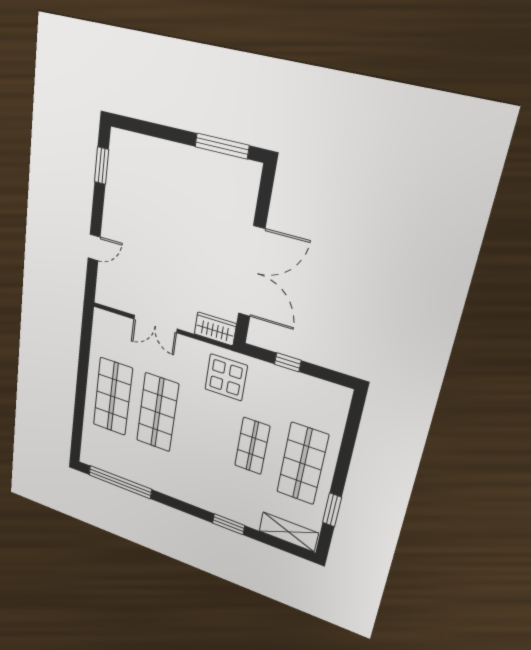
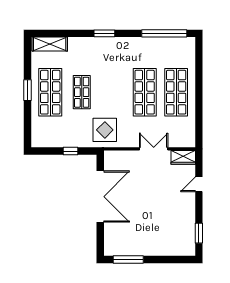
double door: (252, 272) -> (100, 197), swing flipped
wardrobe: (215, 329) -> (183, 157), moved
window: (332, 510) -> (28, 90), moved
window: (229, 524) -> (104, 33), moved

